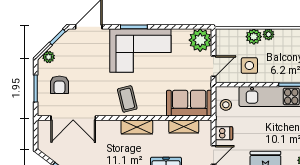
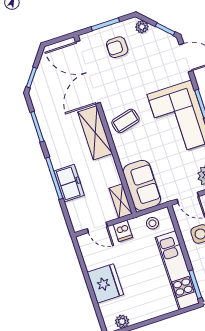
double door: (73, 118) -> (88, 72), width x1.36
shelving: (137, 127) -> (95, 133), width x1.50, depth x1.33
shelving: (184, 127) -> (121, 201), moved

